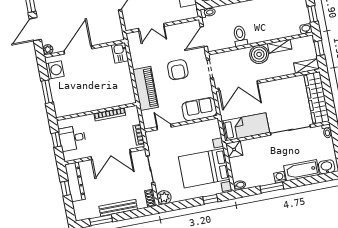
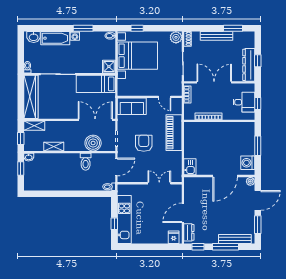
boiler: (259, 54) -> (93, 143), moved

